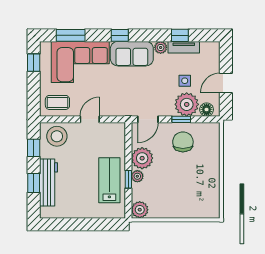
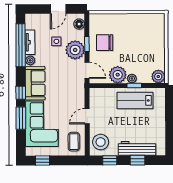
window: (71, 35) -> (21, 118), moved
window: (180, 35) -> (21, 45), width x3.17
door: (226, 83) -> (58, 9), hinge flipped
plant: (187, 104) -> (75, 50), moved
door: (90, 119) -> (87, 116), hinge flipped

